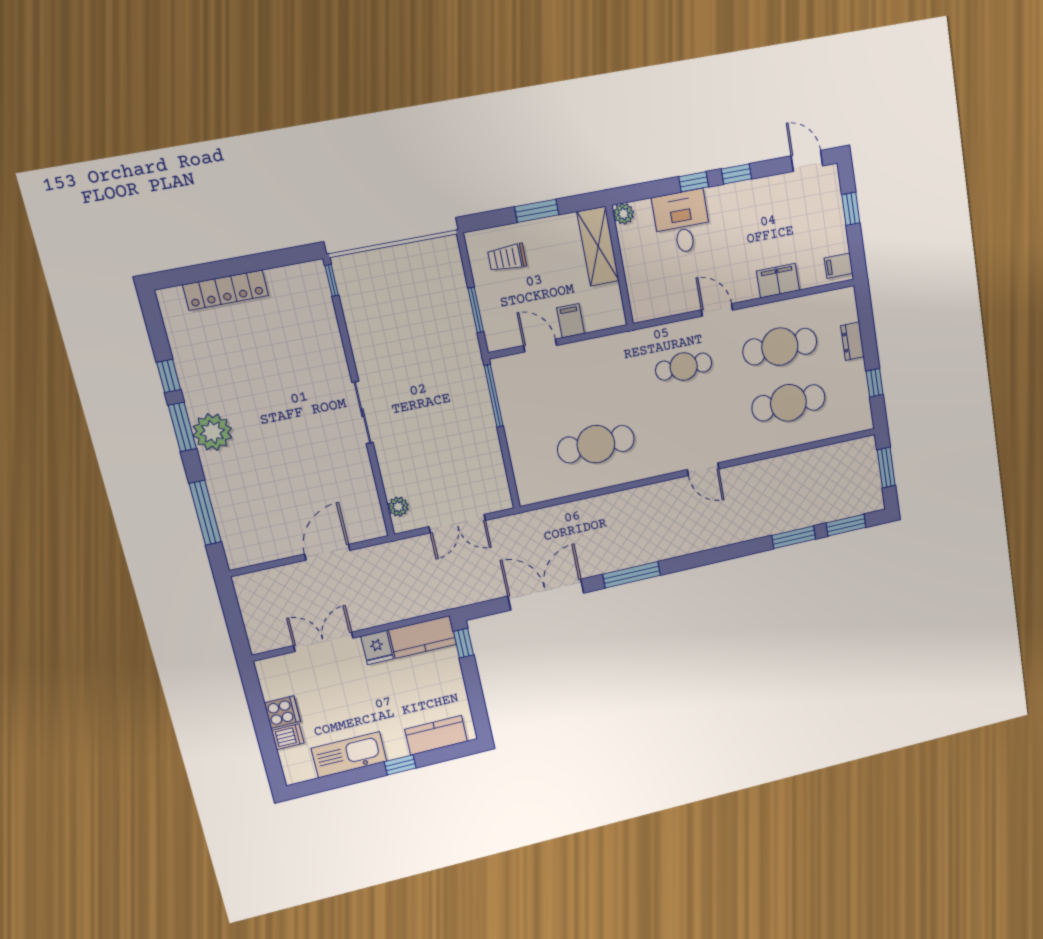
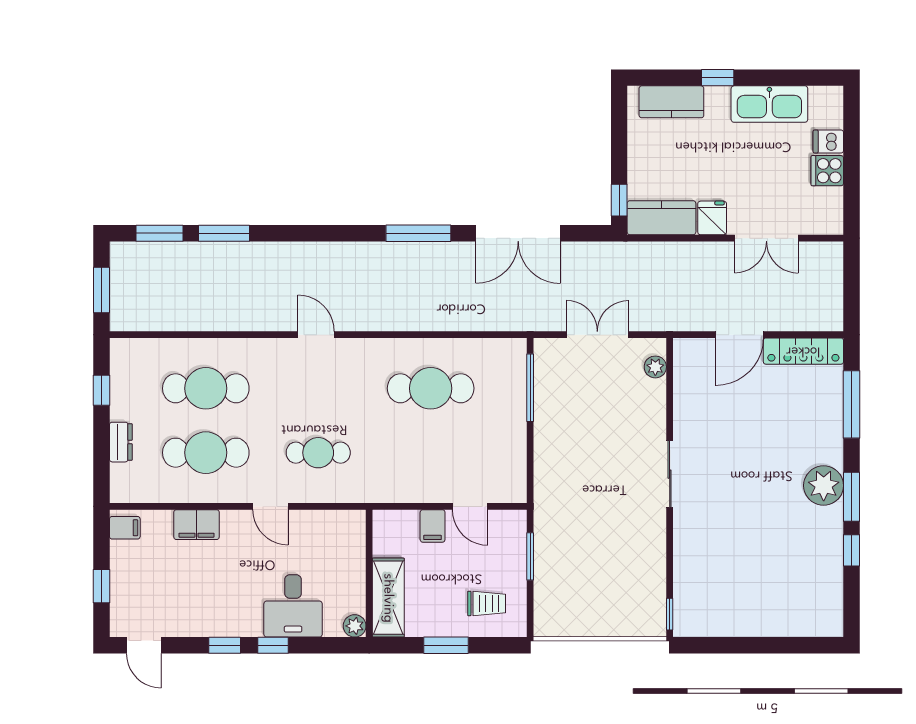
locker: (226, 290) -> (803, 351), moved, turned 180
window: (494, 396) -> (530, 388), moved

